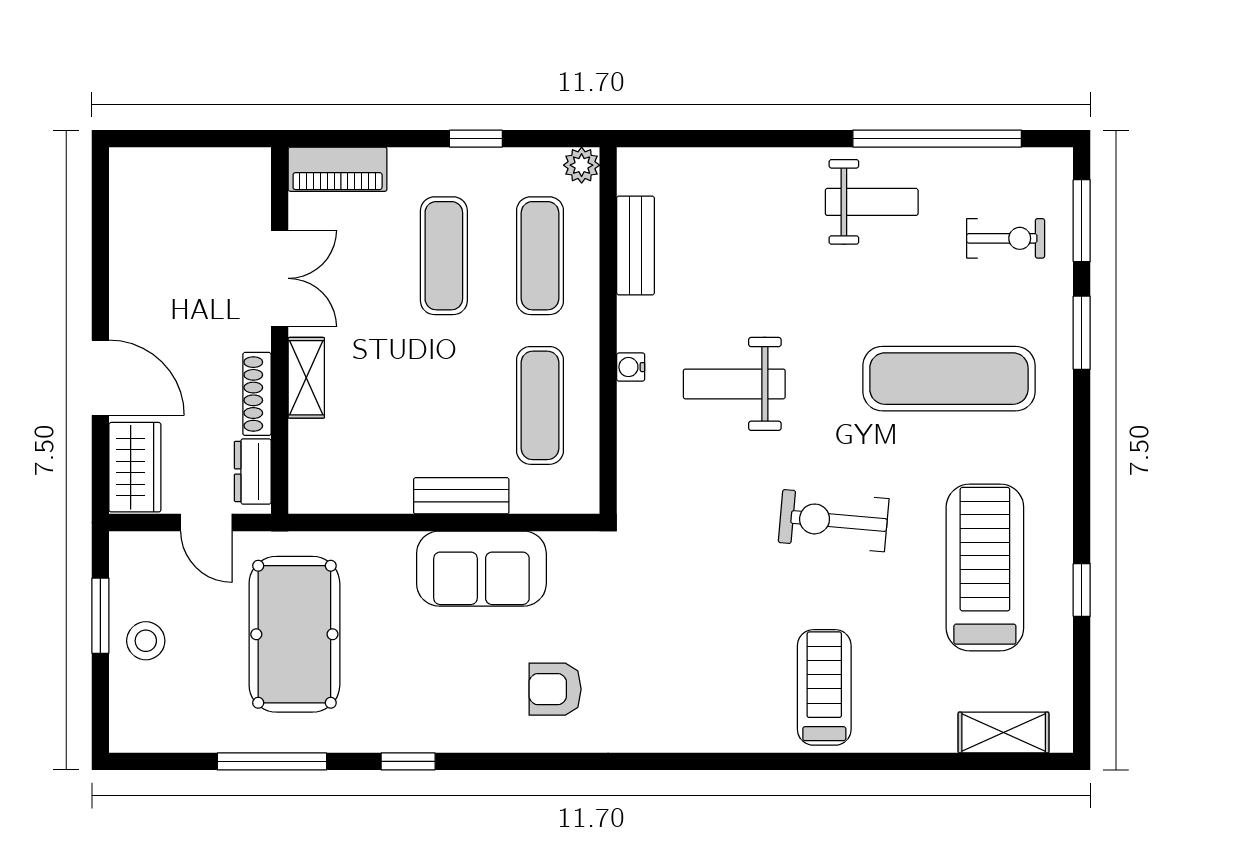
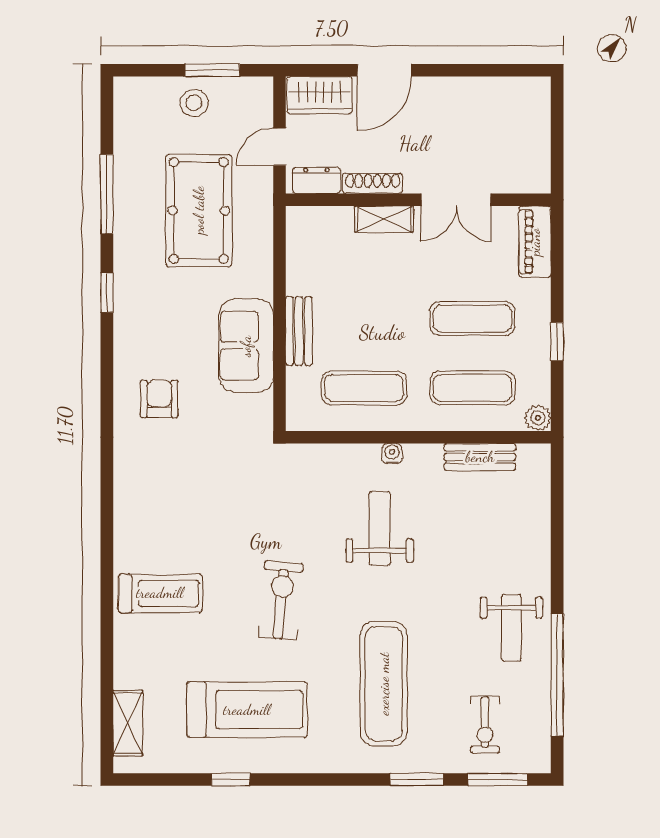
pool table: (294, 634) -> (199, 210), turned 90

